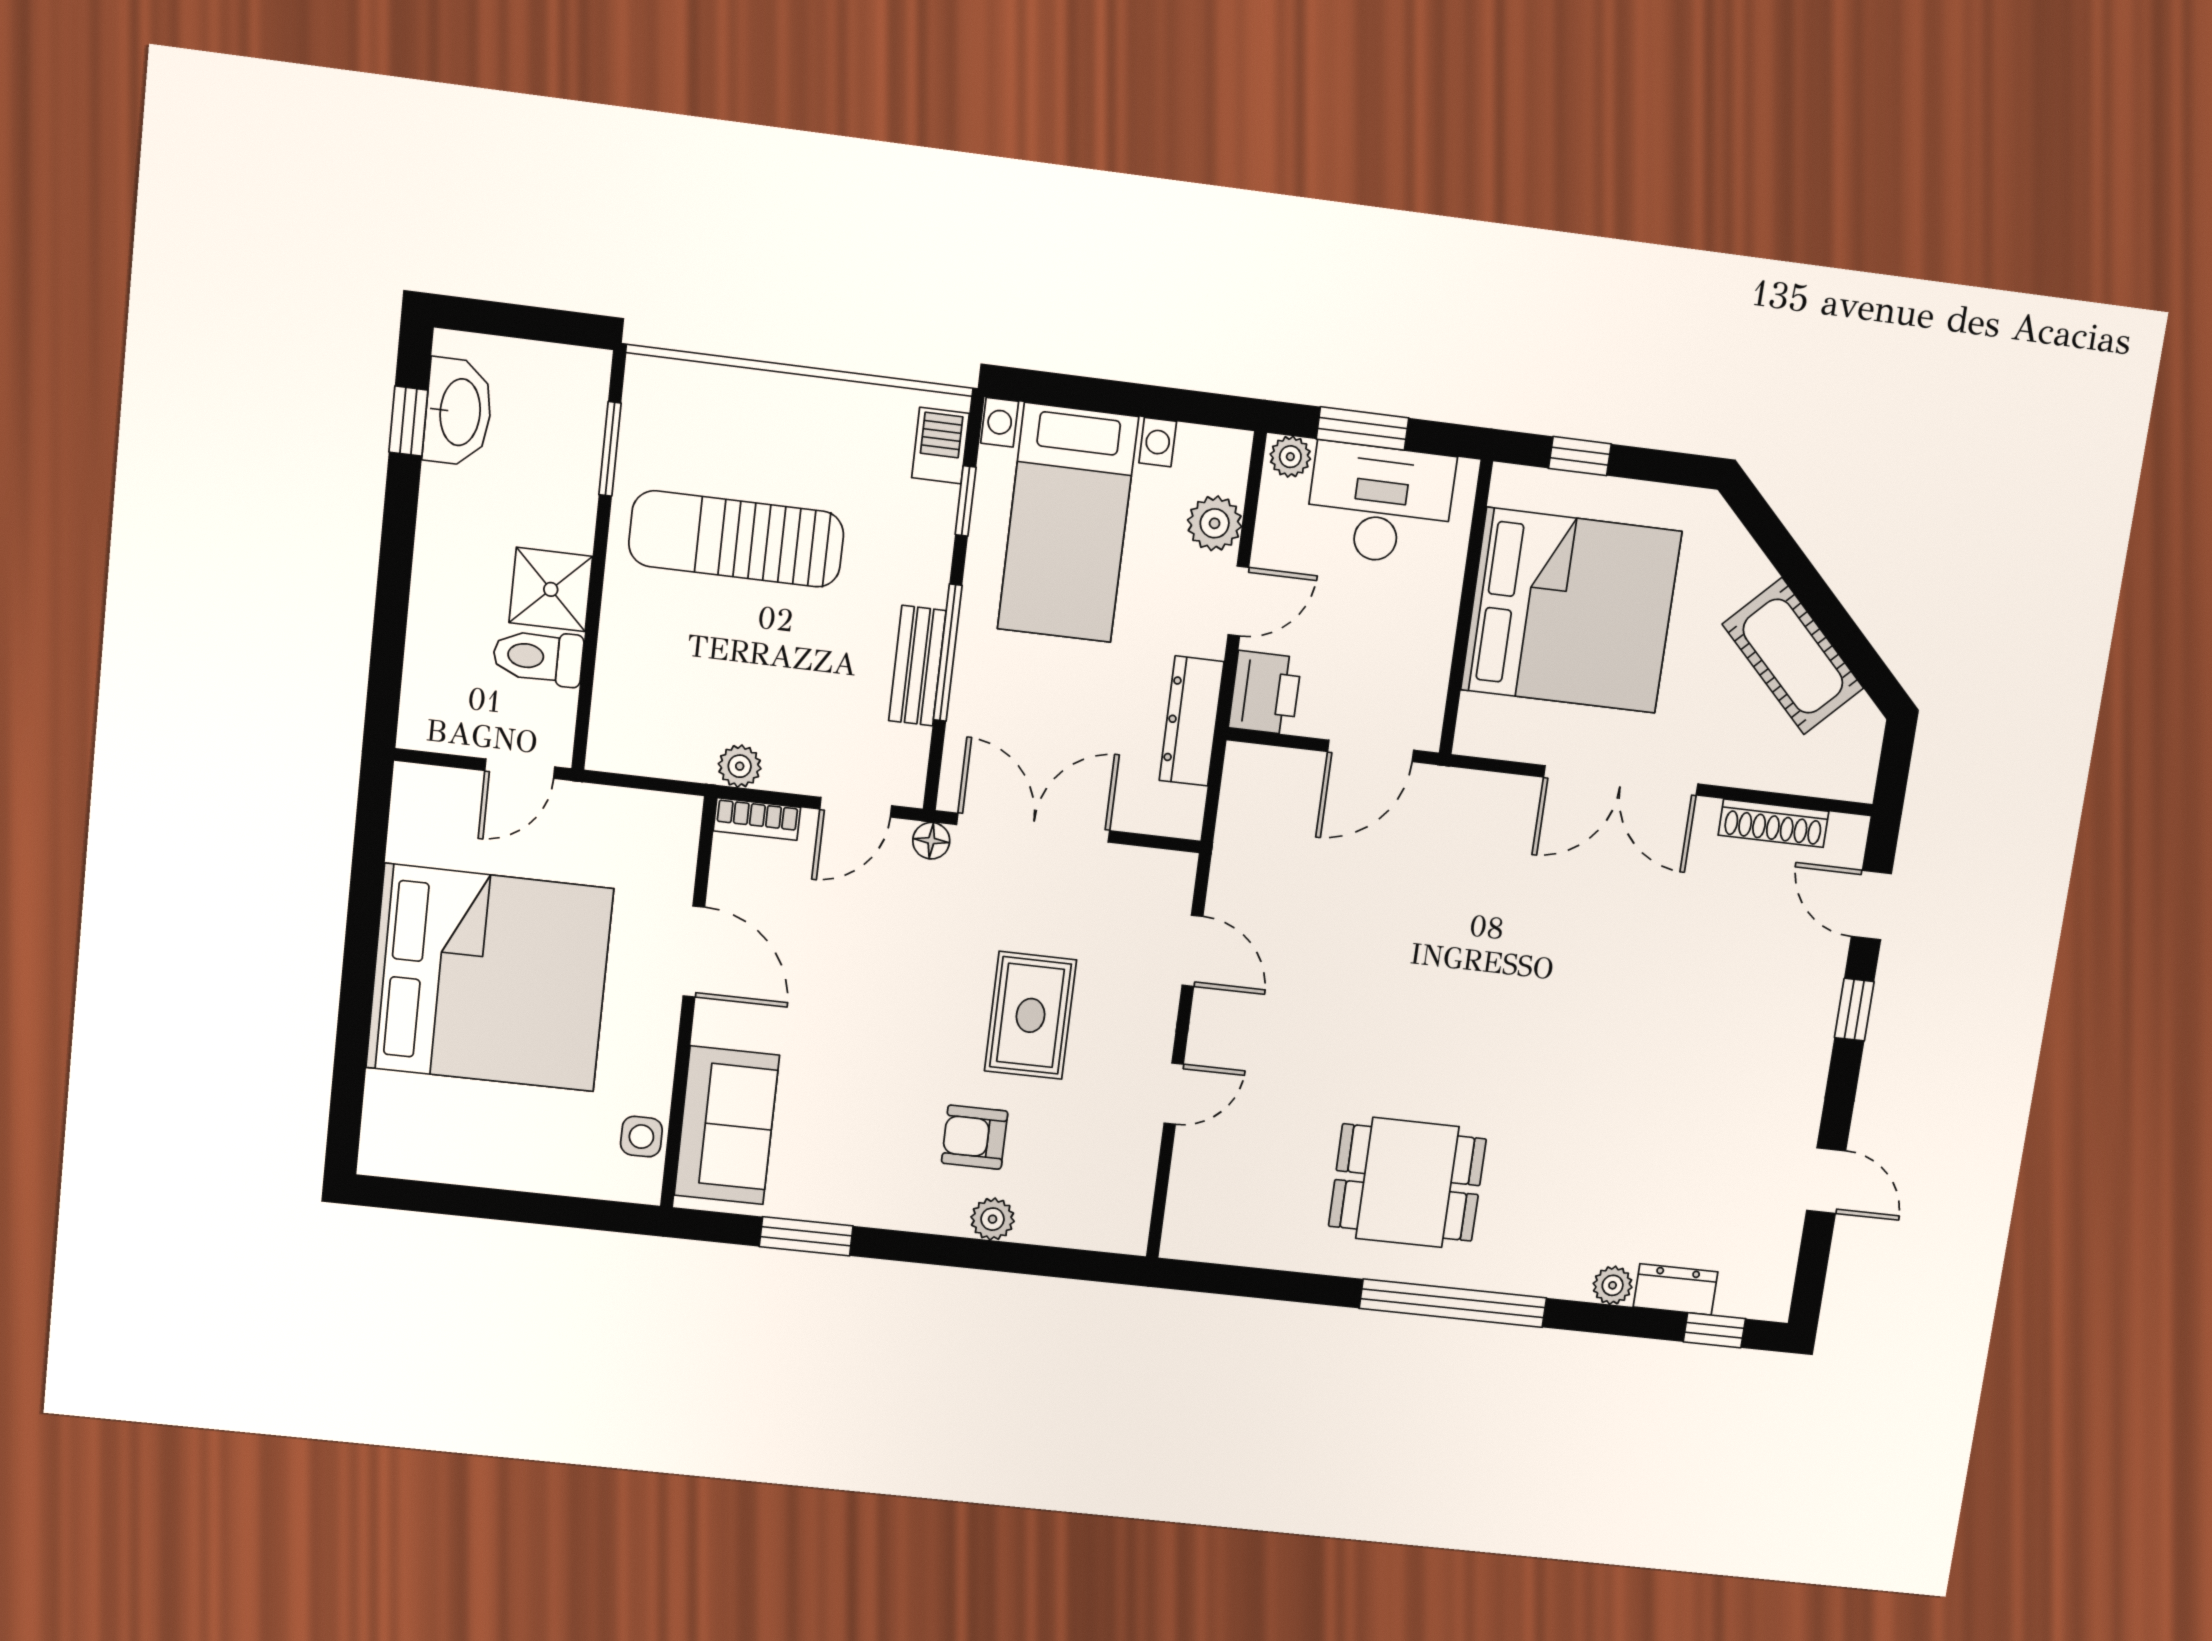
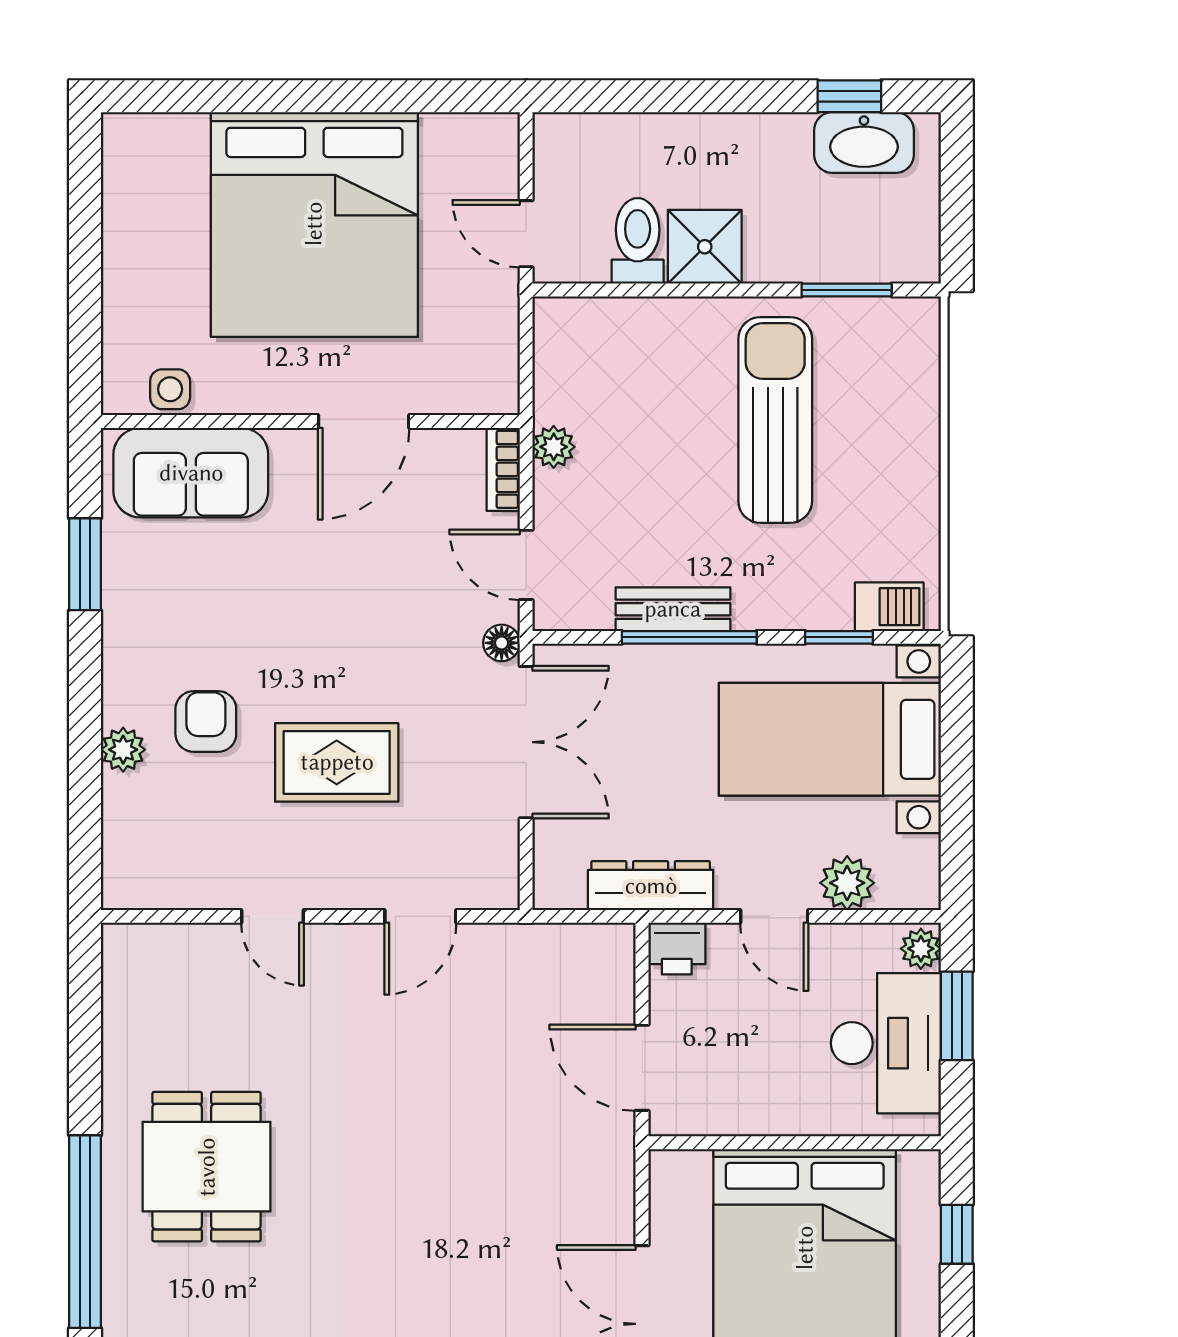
printer: (1265, 693) -> (677, 949), width x0.73, depth x0.81

